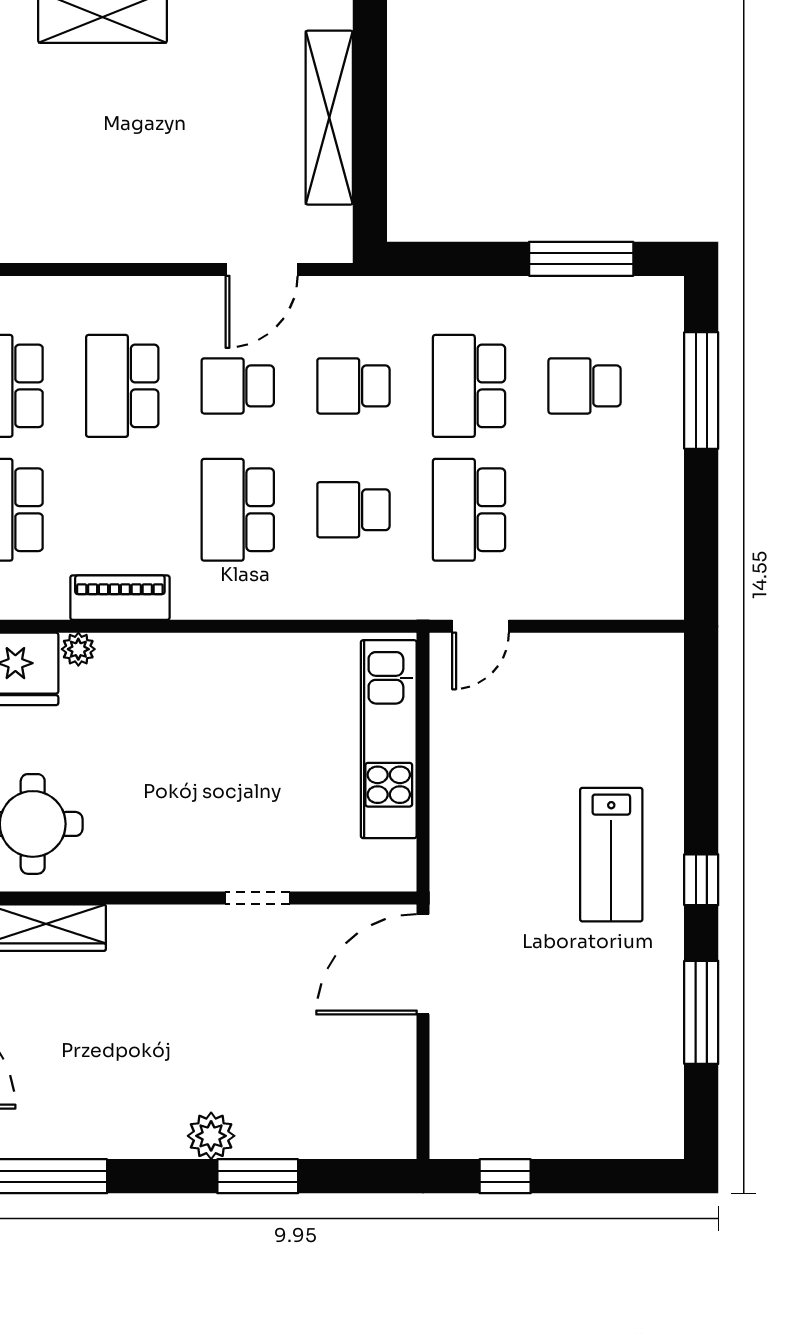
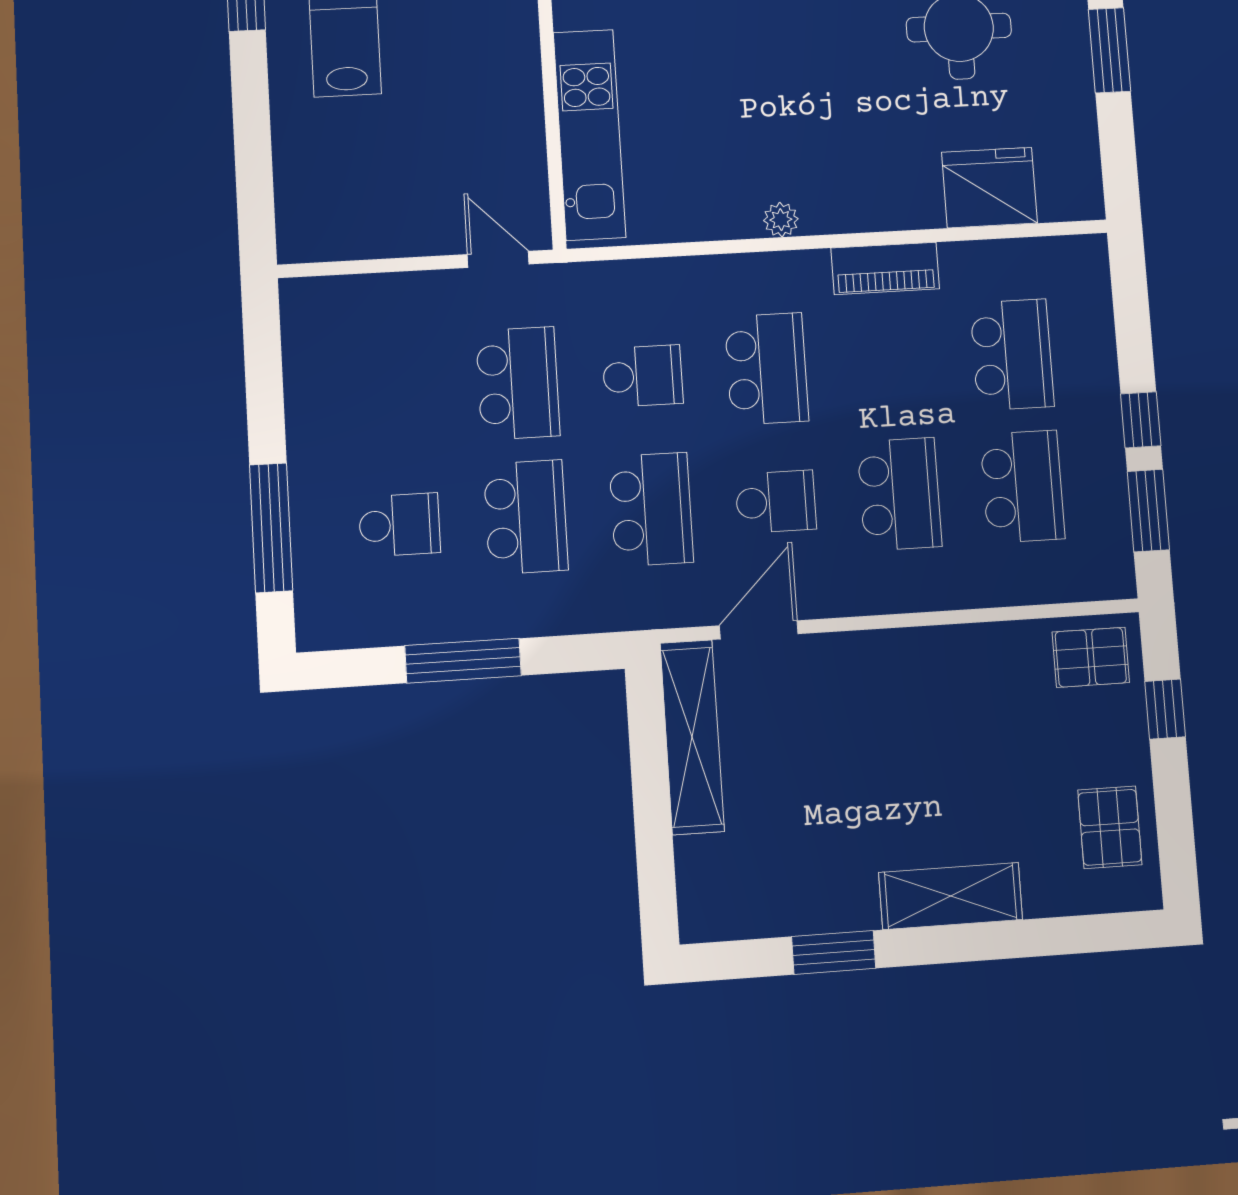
shelving: (329, 118) -> (692, 737), moved
window: (581, 259) -> (463, 661), moved
school desk: (353, 386) -> (651, 509), width x1.85
door: (481, 626) -> (498, 259), hinge flipped
plant: (78, 649) -> (781, 220), moved

